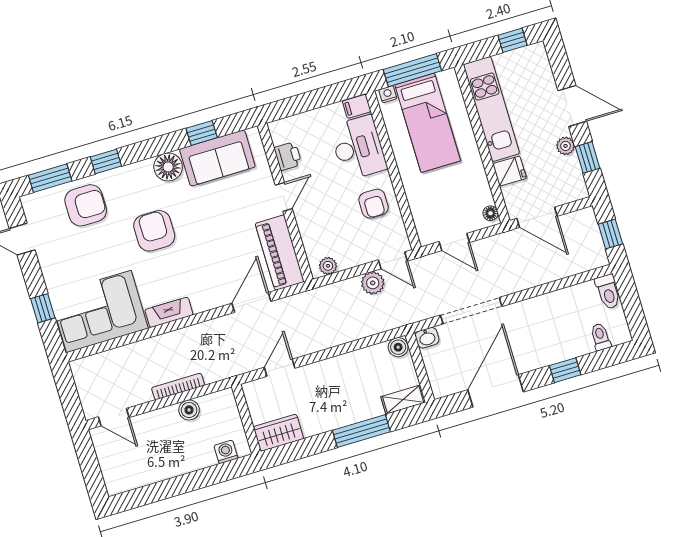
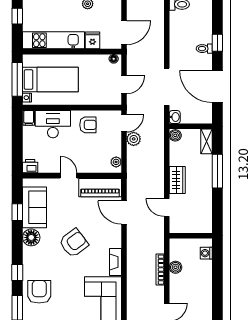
printer: (288, 156) -> (30, 166), moved
armchair: (154, 231) -> (74, 243), moved, turned 143
toilet: (600, 337) -> (204, 49), moved
wardrobe: (278, 433) -> (177, 180), moved, turned 180

